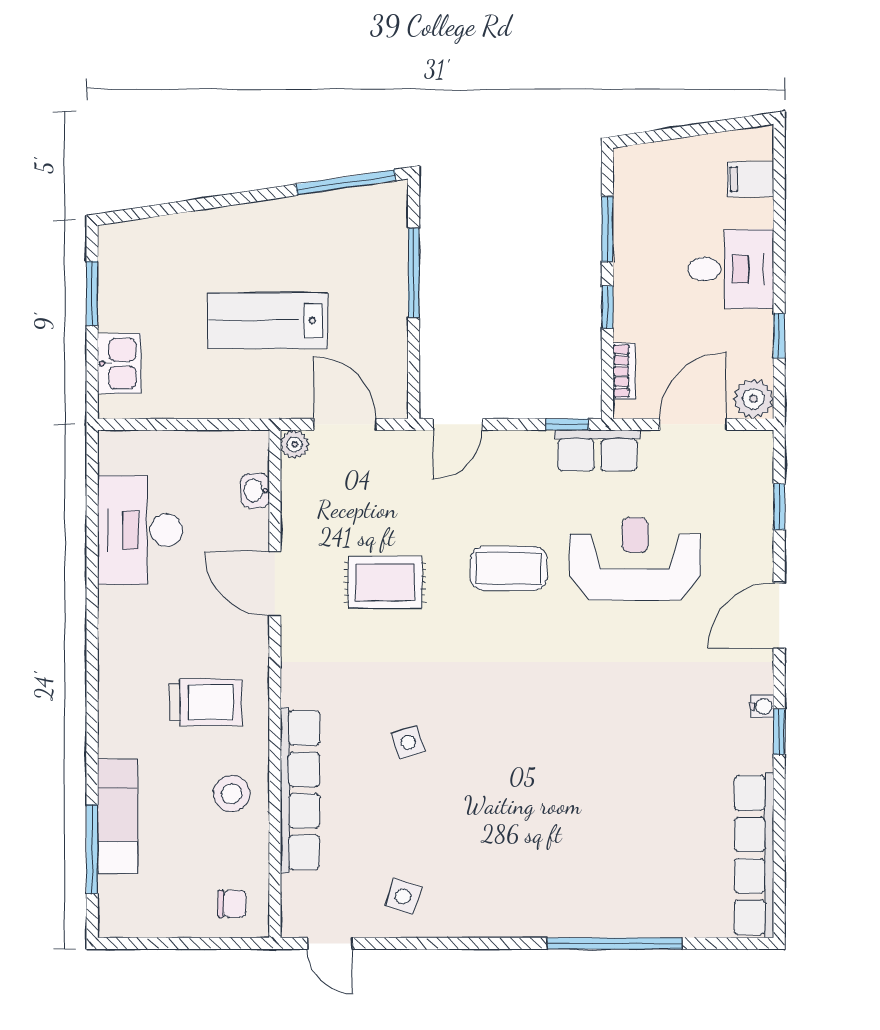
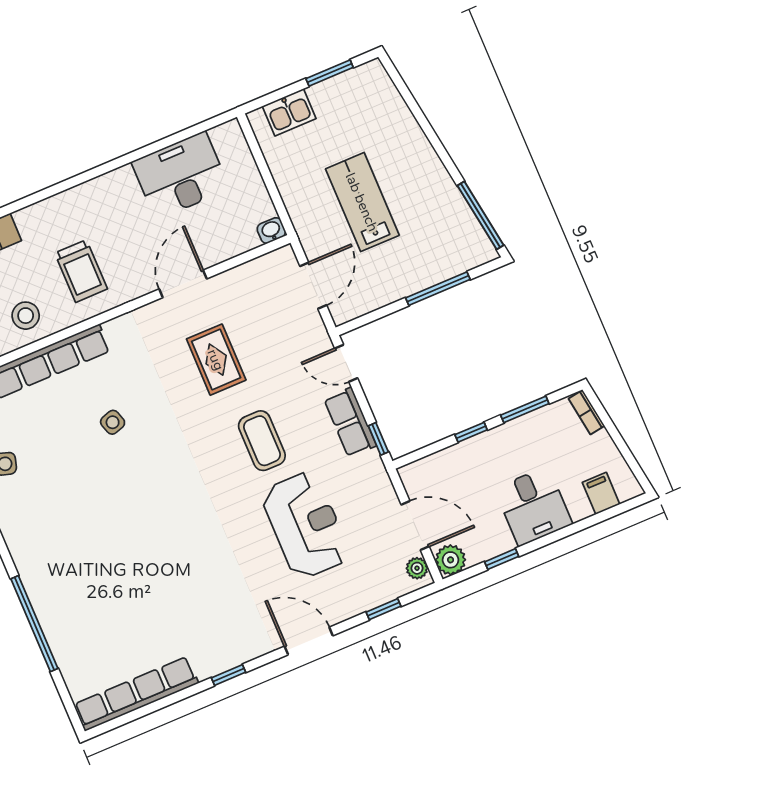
bookcase: (624, 371) -> (586, 412), moved, turned 81
plant: (295, 444) -> (417, 568), moved
row of seats: (597, 450) -> (350, 422), moved
washbasin: (255, 491) -> (271, 231), moved
water cooler: (762, 706) -> (241, 656), removed

